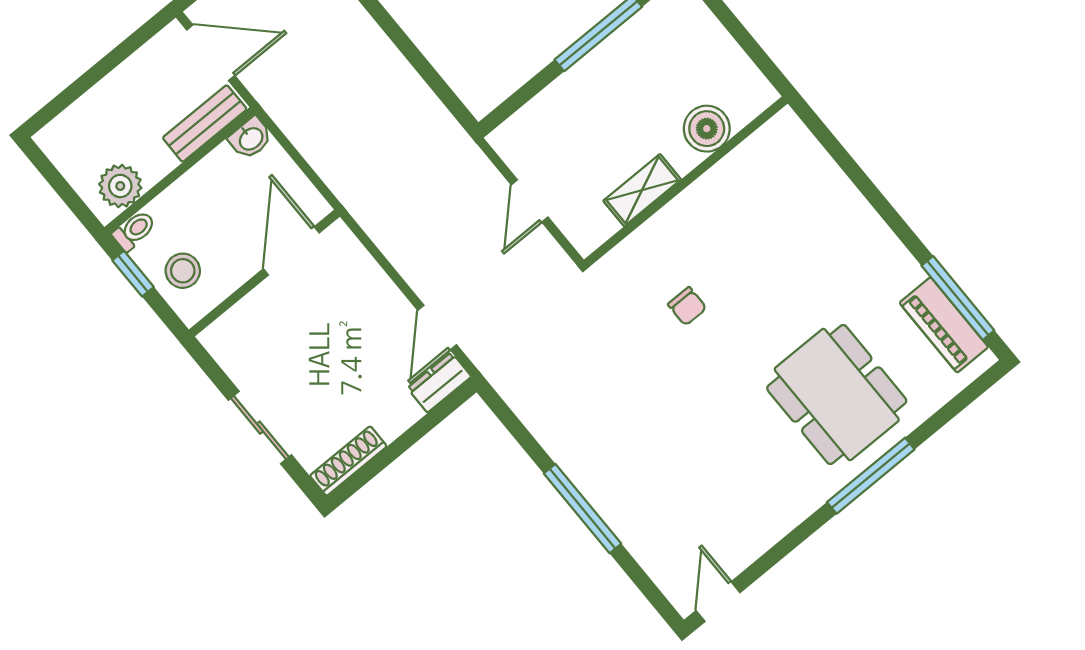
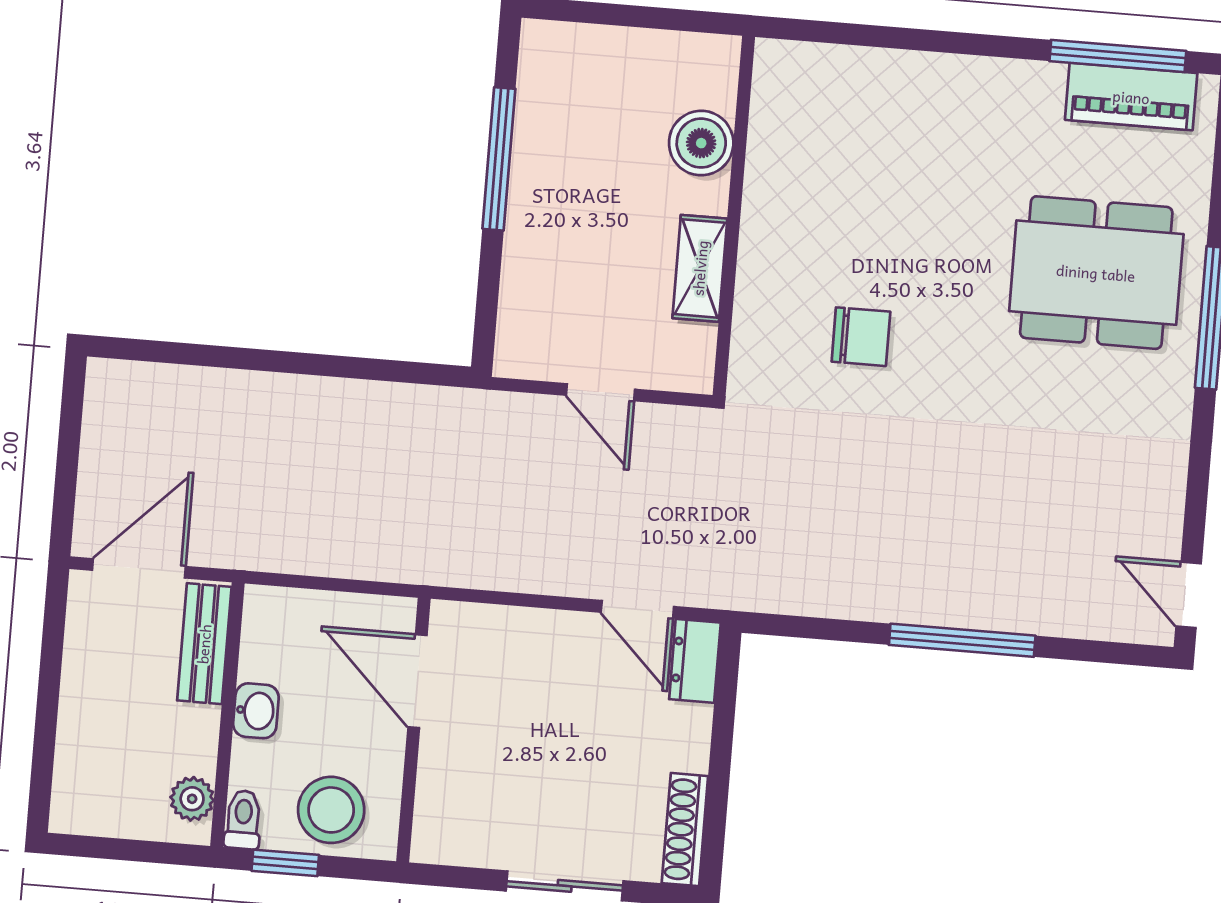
washbasin: (251, 138) -> (256, 711), moved
plant: (120, 186) -> (192, 799), width x0.73, depth x0.73
stool: (183, 271) -> (331, 810), width x1.38, depth x1.38
chair: (687, 306) -> (861, 337), width x1.37, depth x1.37

